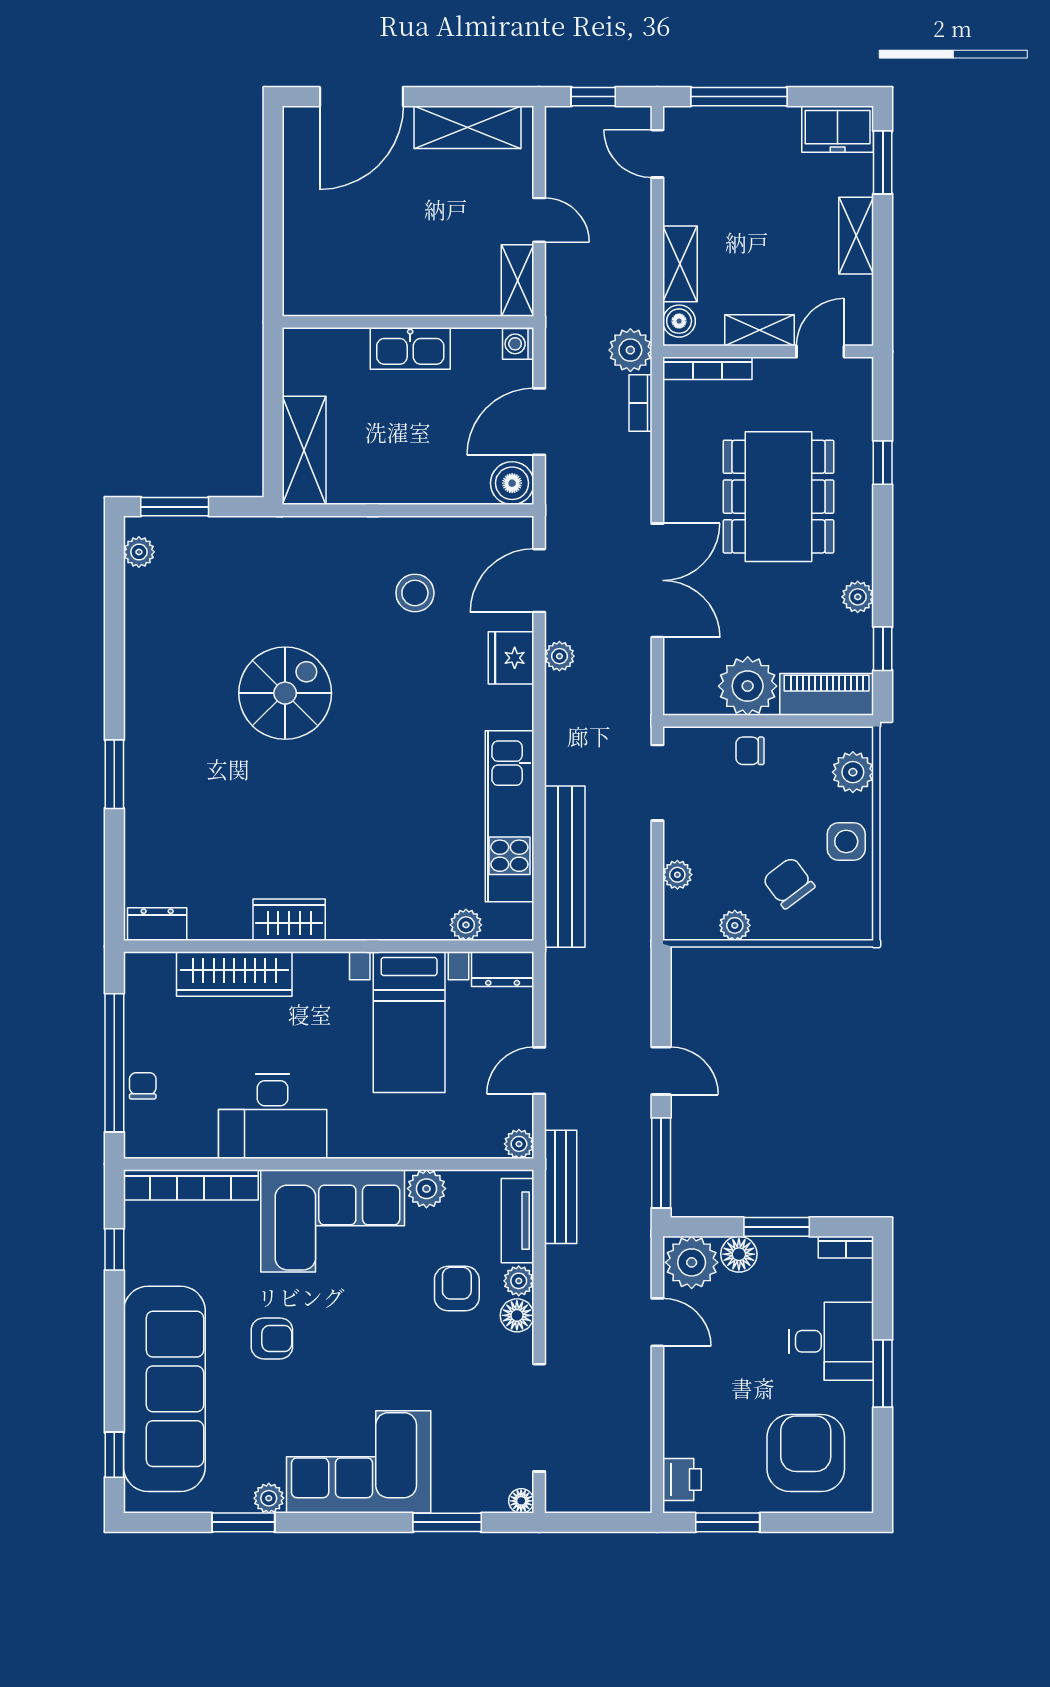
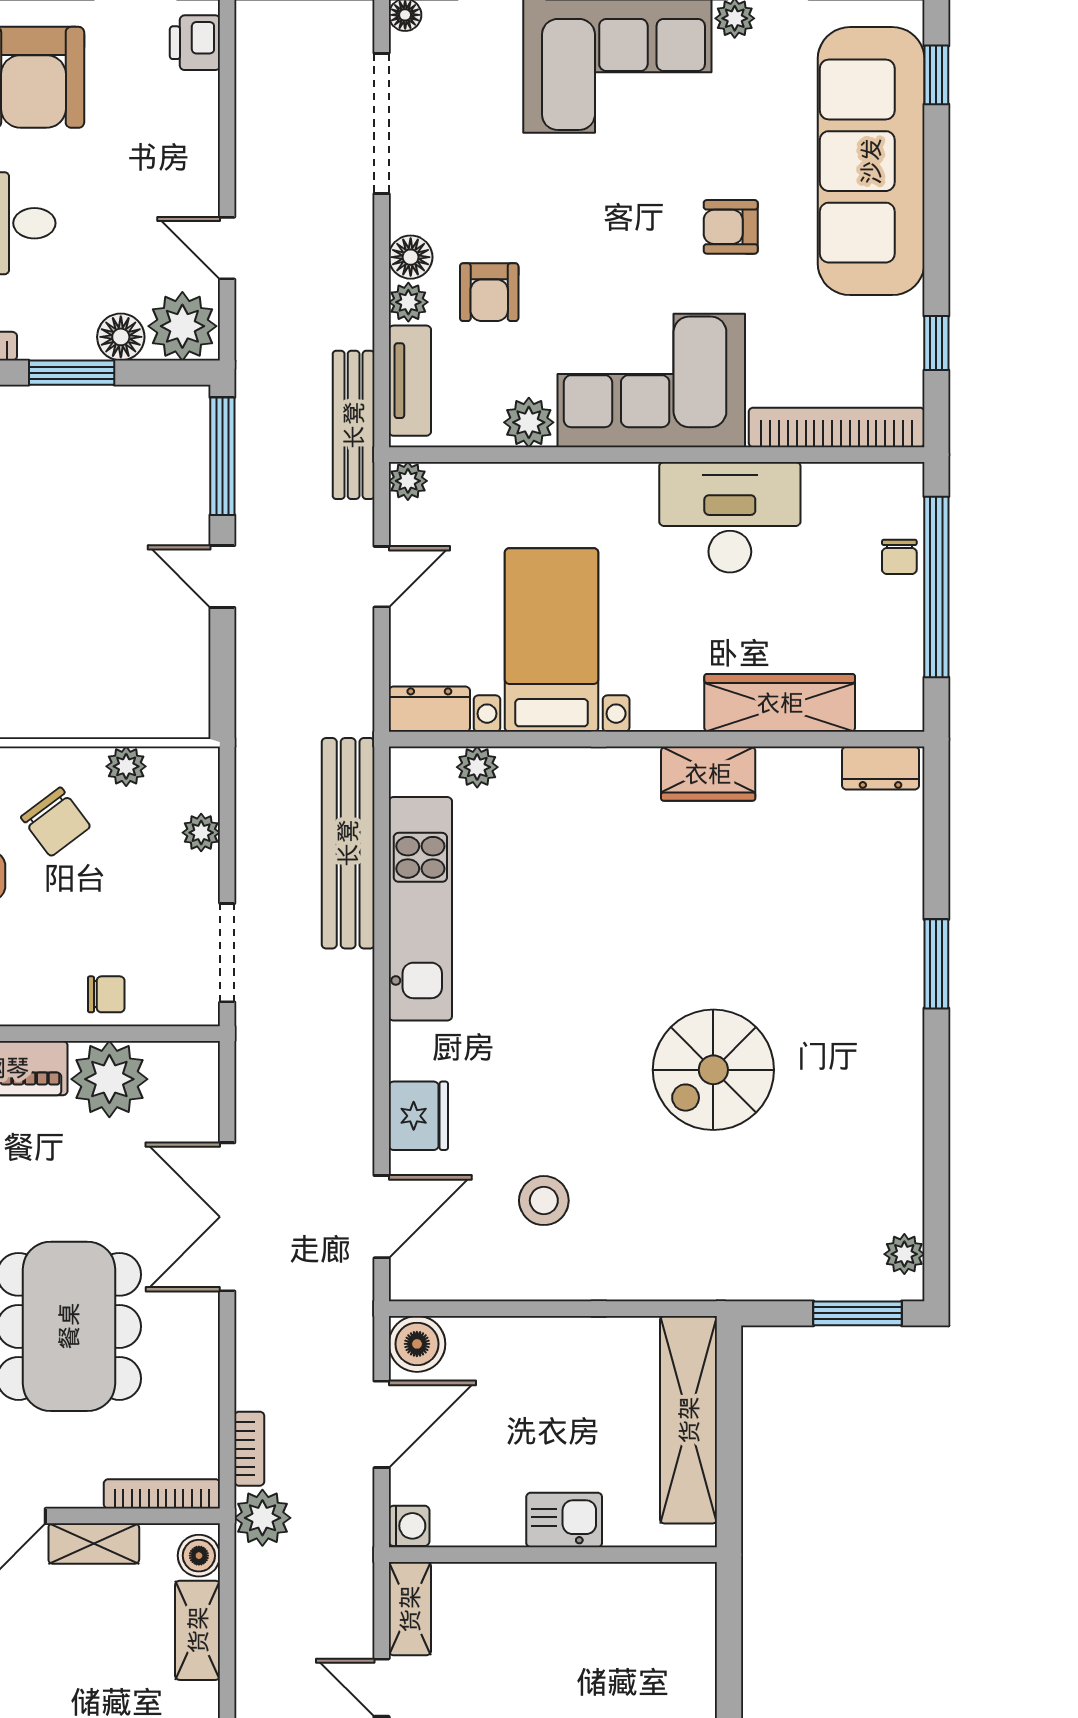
kitchen sink: (410, 348) -> (564, 1520), width x0.73
shelving: (304, 450) -> (689, 1420), width x1.47
plant: (559, 656) -> (355, 1118), removed

